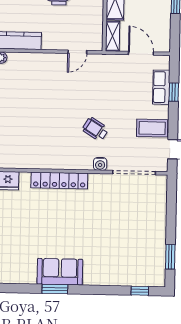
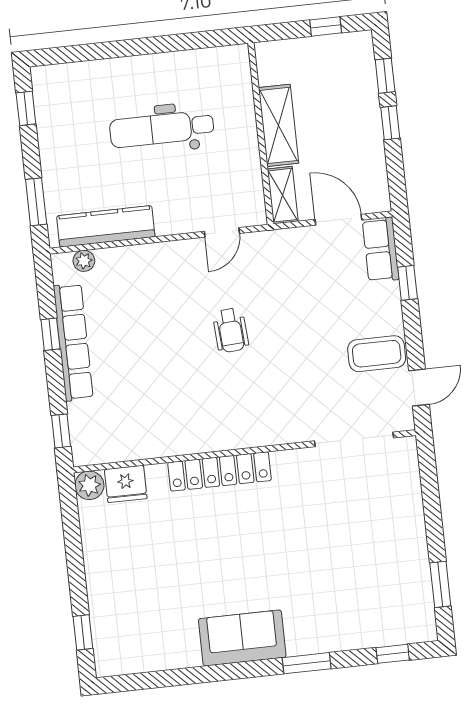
row of seats: (161, 87) -> (381, 250), moved
wheelchair: (95, 129) -> (231, 330), moved, turned -126
water cooler: (100, 164) -> (290, 432), removed
window: (55, 289) -> (307, 663), moved

